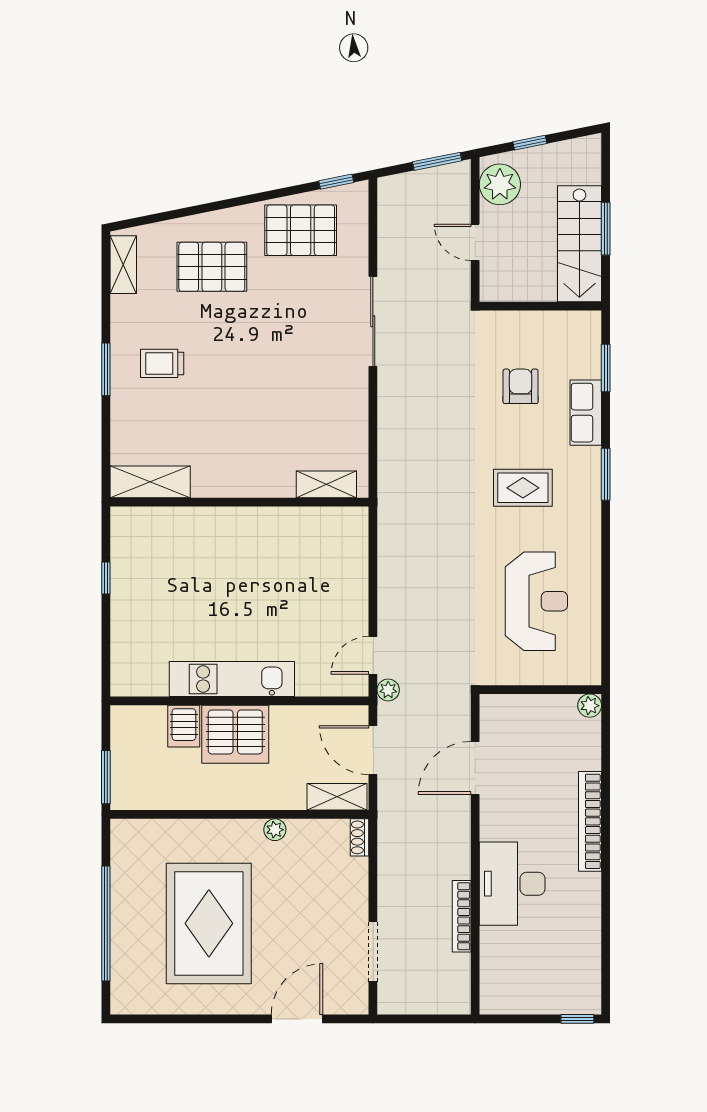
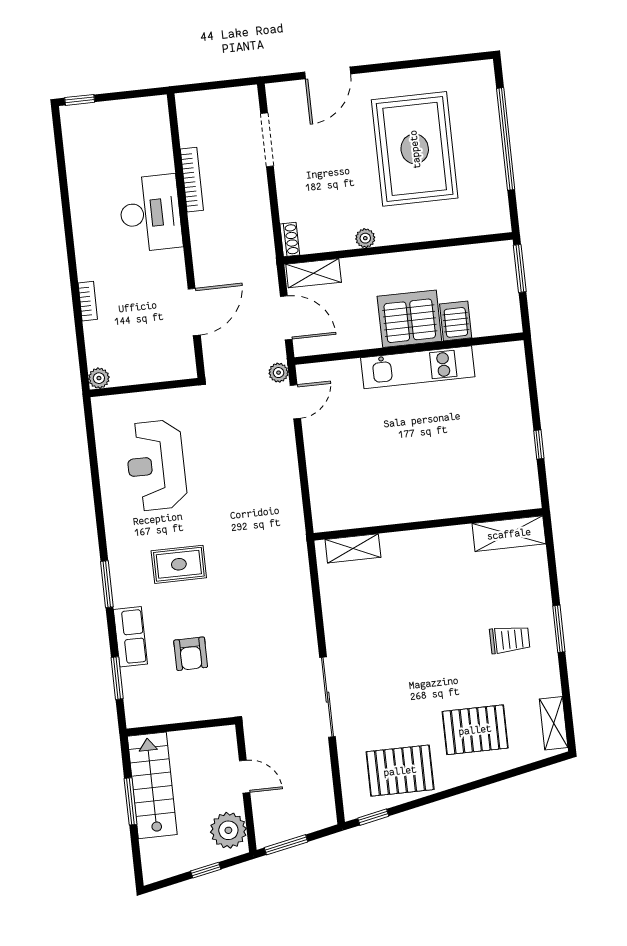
bookcase: (590, 821) -> (88, 301), width x0.43, depth x0.76

